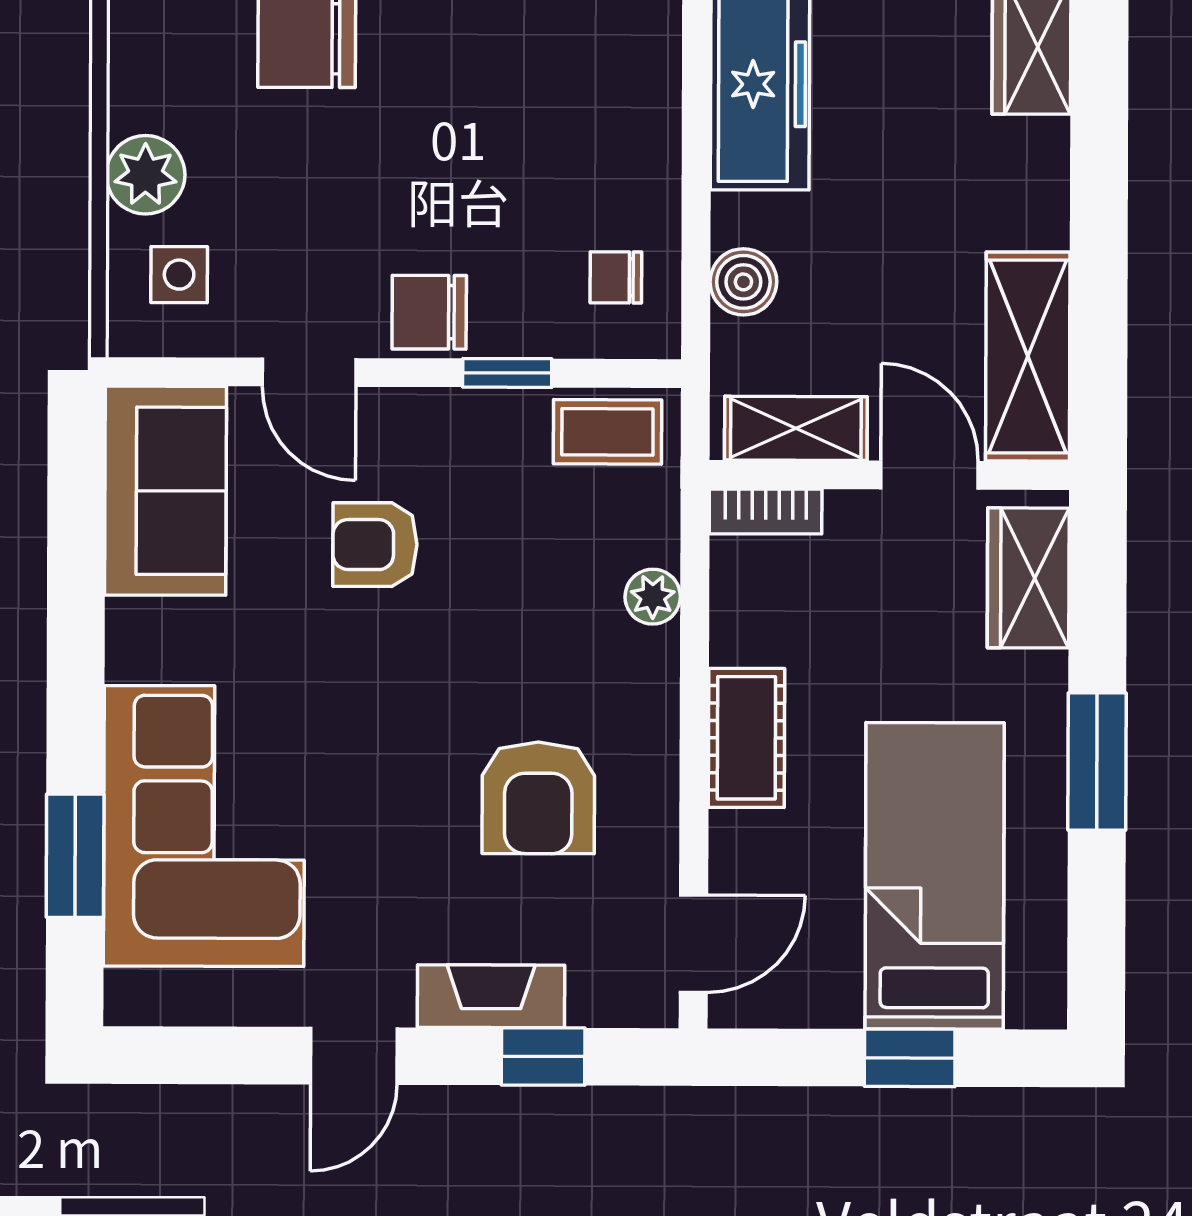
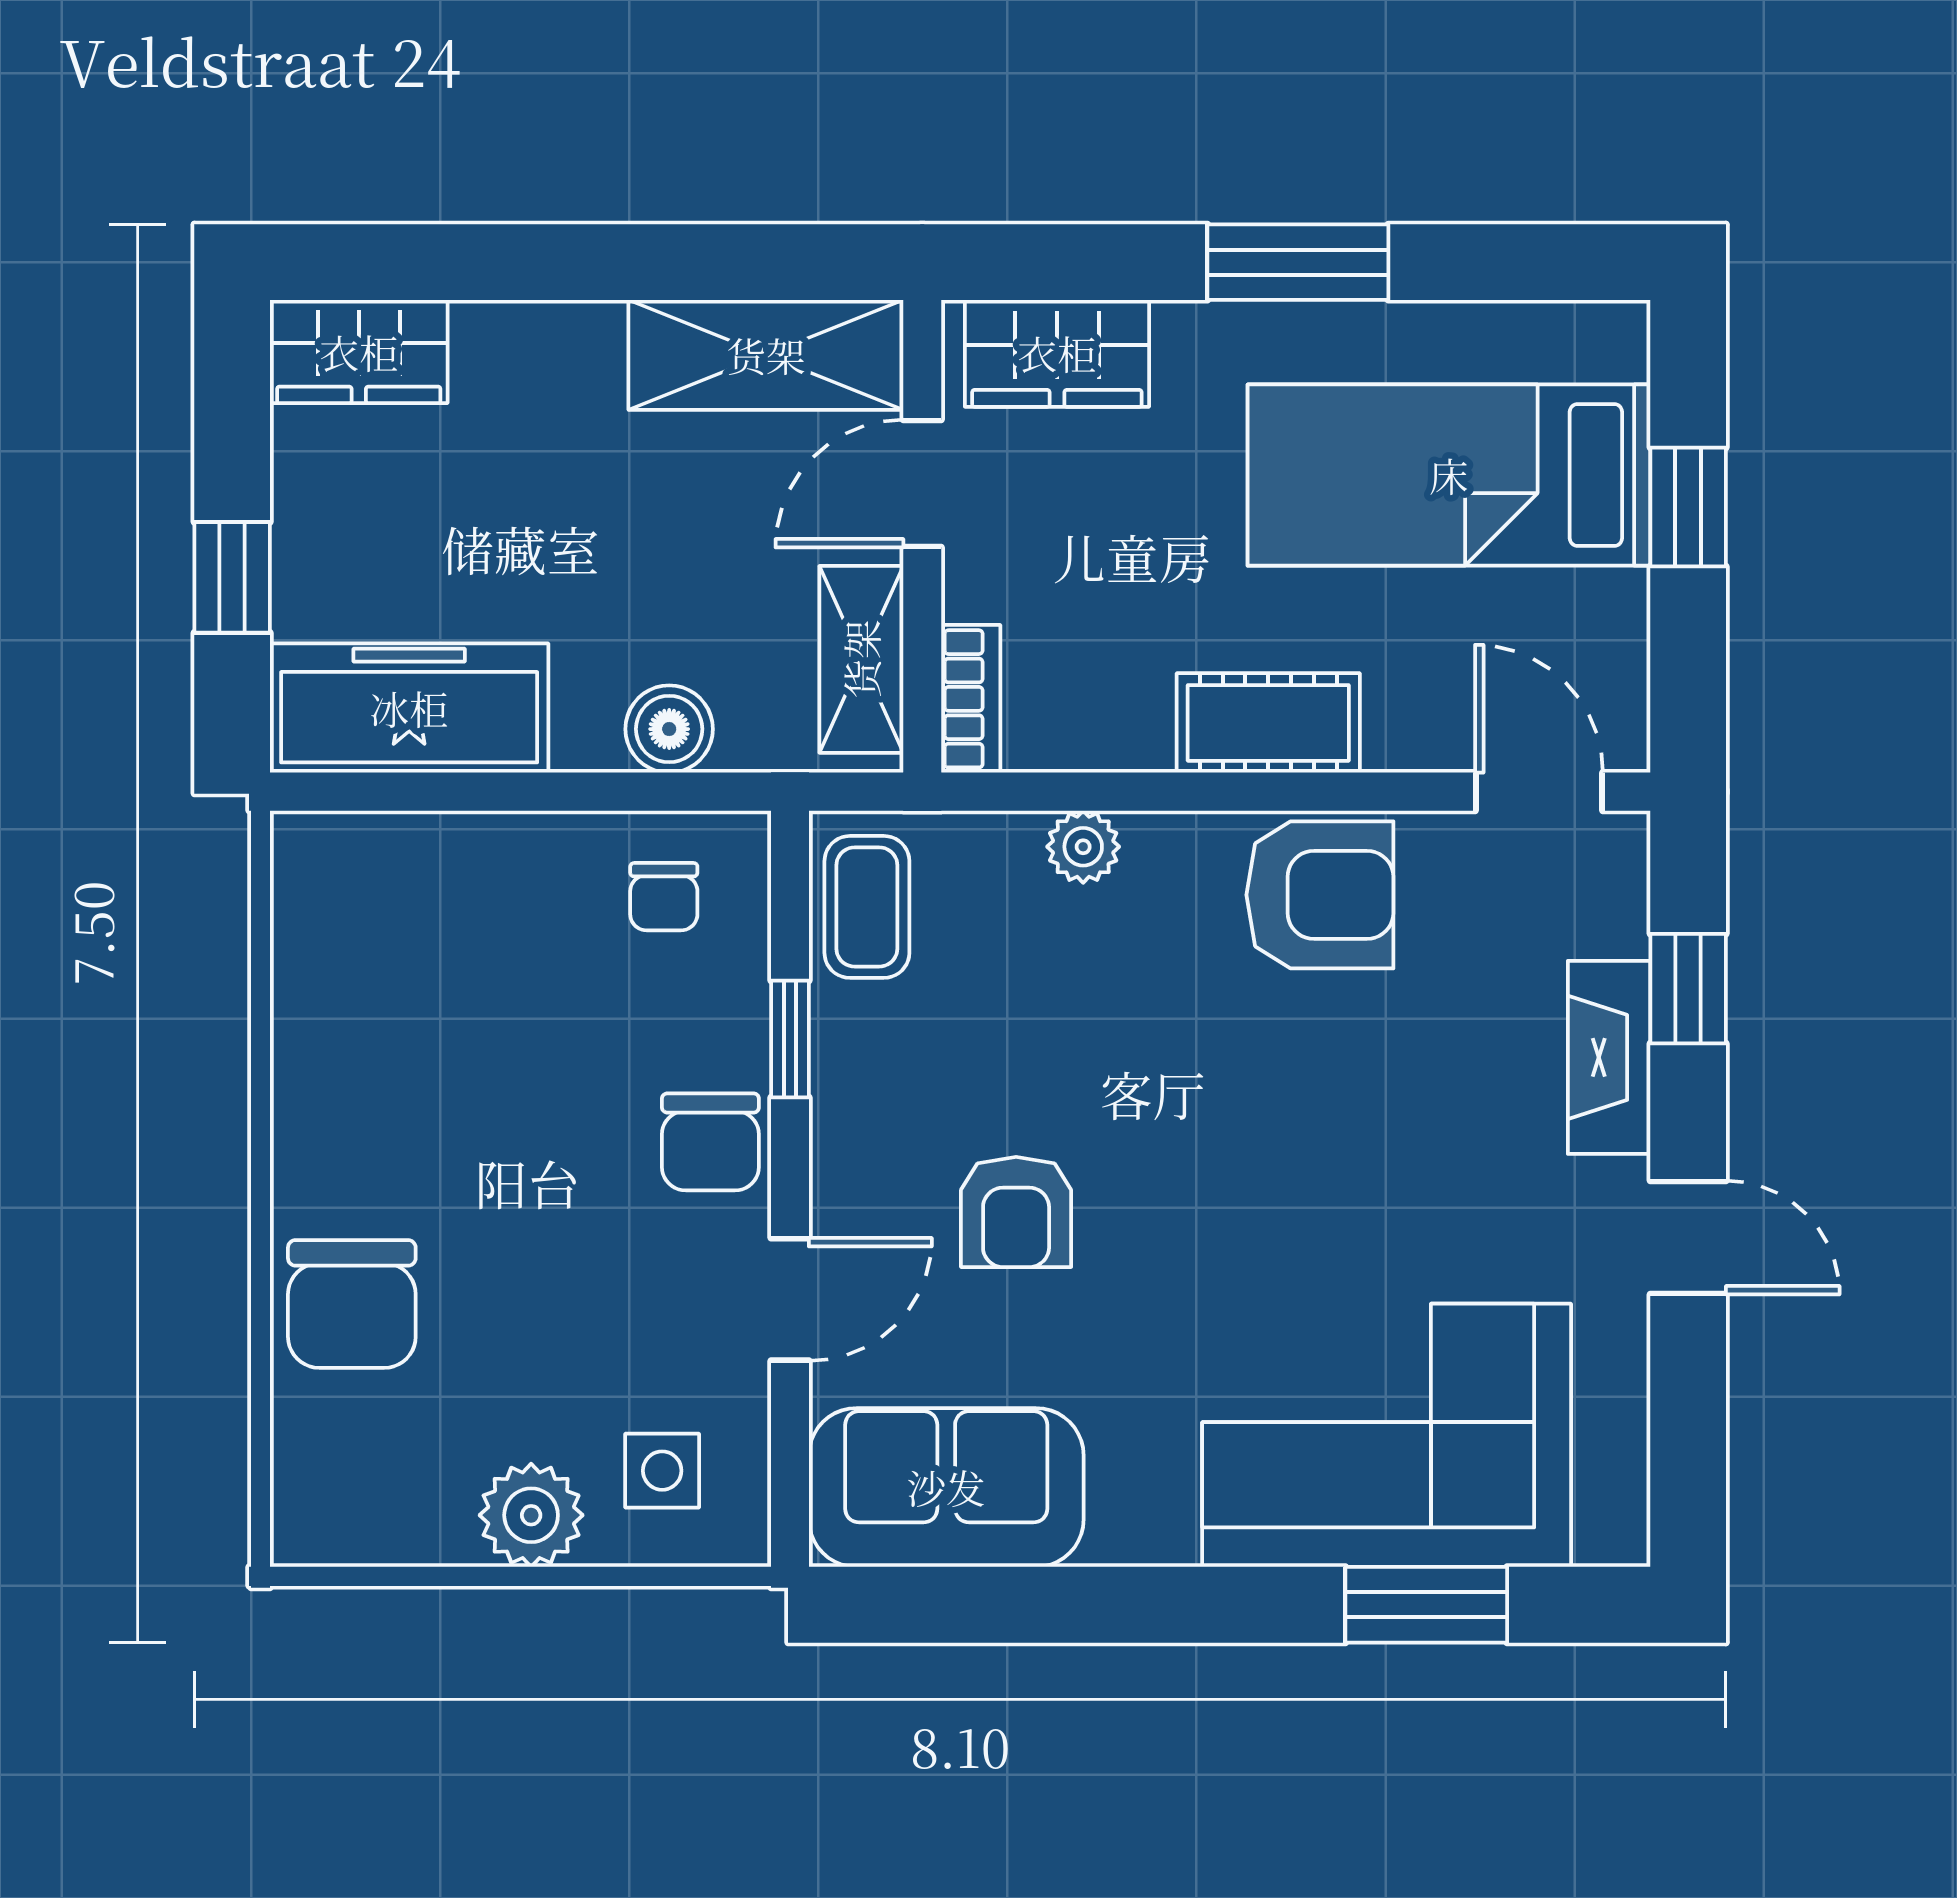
armchair: (538, 798) -> (1320, 895), moved

